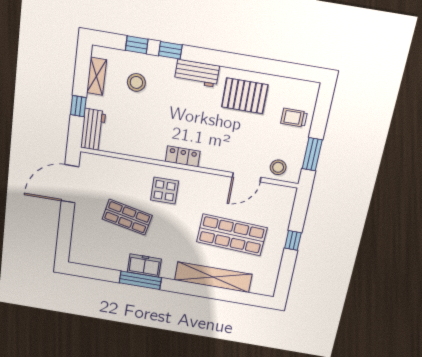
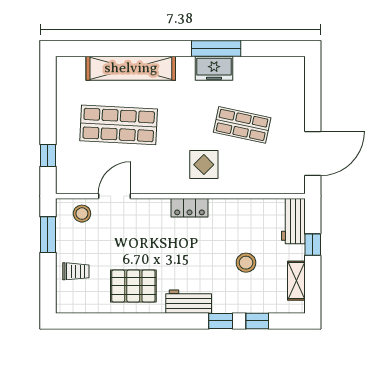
stool: (136, 82) -> (246, 263), moved
window: (293, 240) -> (48, 155), moved

